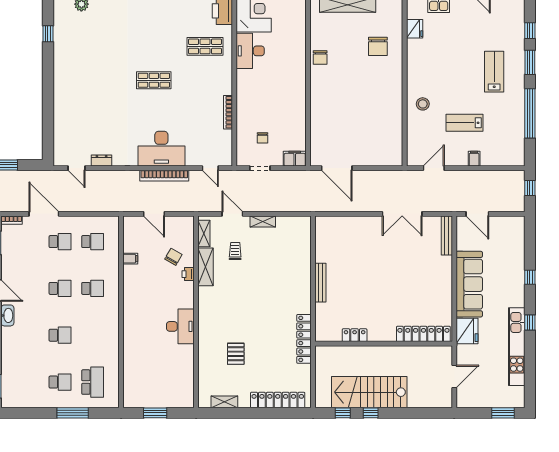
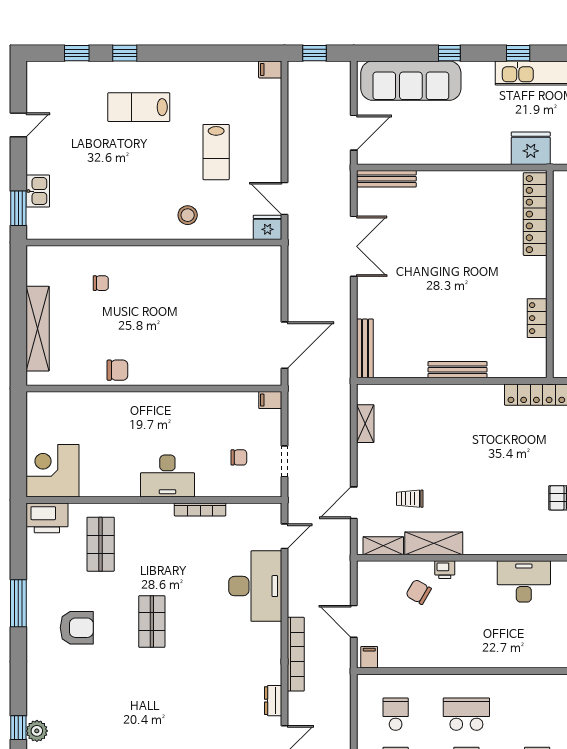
fridge: (415, 29) -> (267, 227), moved
armchair: (150, 31) -> (77, 628), added
chair: (378, 46) -> (101, 283), width x0.54, depth x0.54
desk: (250, 51) -> (167, 476), moved
window: (530, 62) -> (125, 53), width x0.67
window: (530, 113) -> (202, 53), removed
desk: (161, 149) -> (255, 586), moved
filing cabinet: (295, 159) -> (270, 400), width x0.50
filing cabinet: (474, 159) -> (270, 69), moved
bookcase: (164, 176) -> (296, 654), moved
door: (154, 214) -> (354, 621), swing flipped
shelving: (263, 221) -> (365, 424), moved
bench: (335, 221) -> (365, 348), added
filing cabinet: (130, 259) -> (369, 657), moved
sofa: (469, 284) -> (411, 81), moved, turned 180
school desk: (93, 288) -> (466, 714), width x1.85

